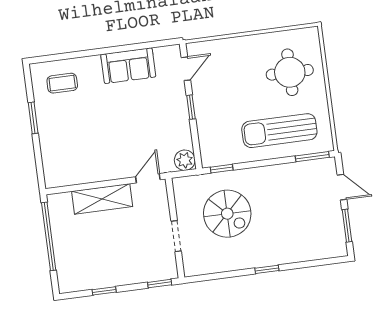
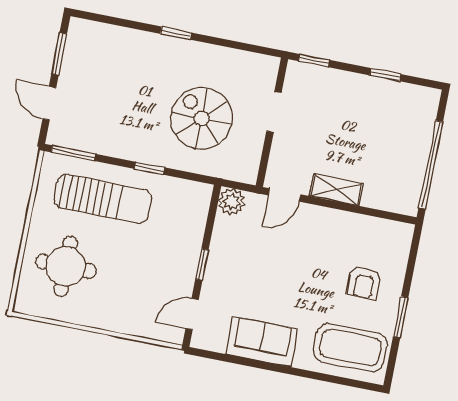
coffee table: (62, 83) -> (350, 348), width x1.86, depth x1.72
armchair: (68, 134) -> (364, 283), added
window: (222, 169) -> (149, 168), moved
shelving: (102, 199) -> (336, 190), width x0.67, depth x0.75

